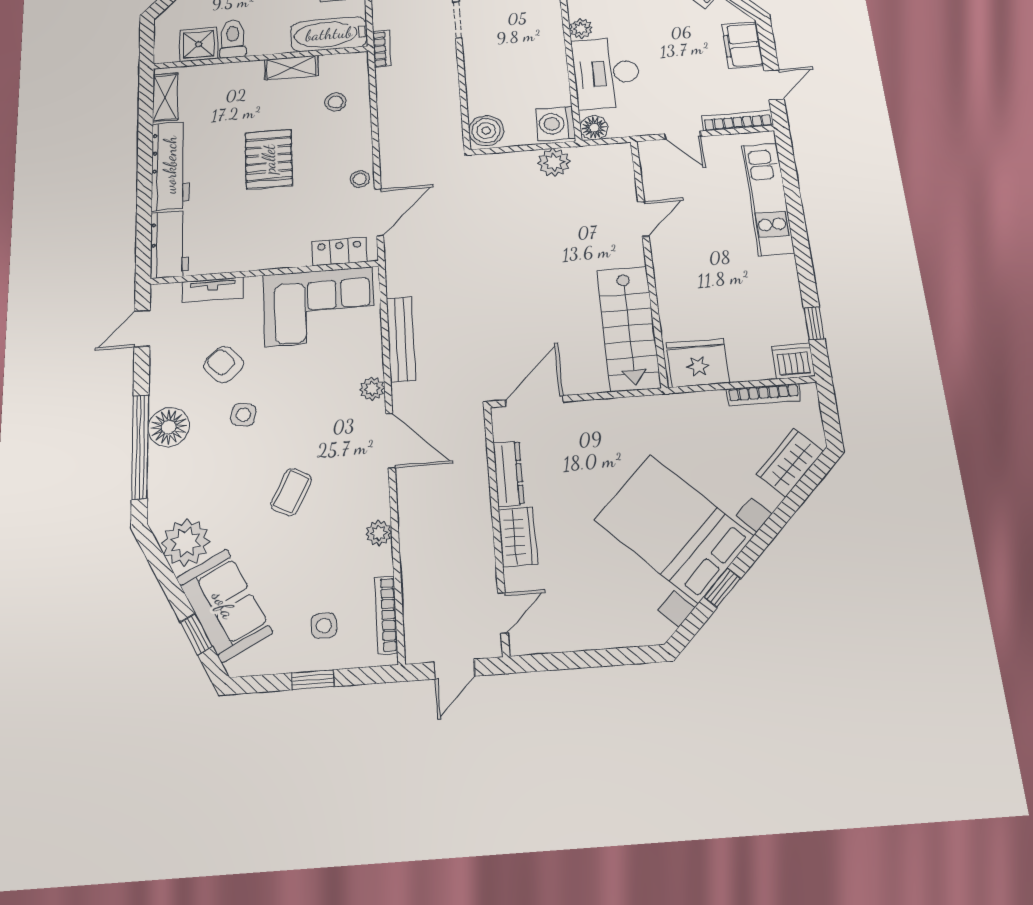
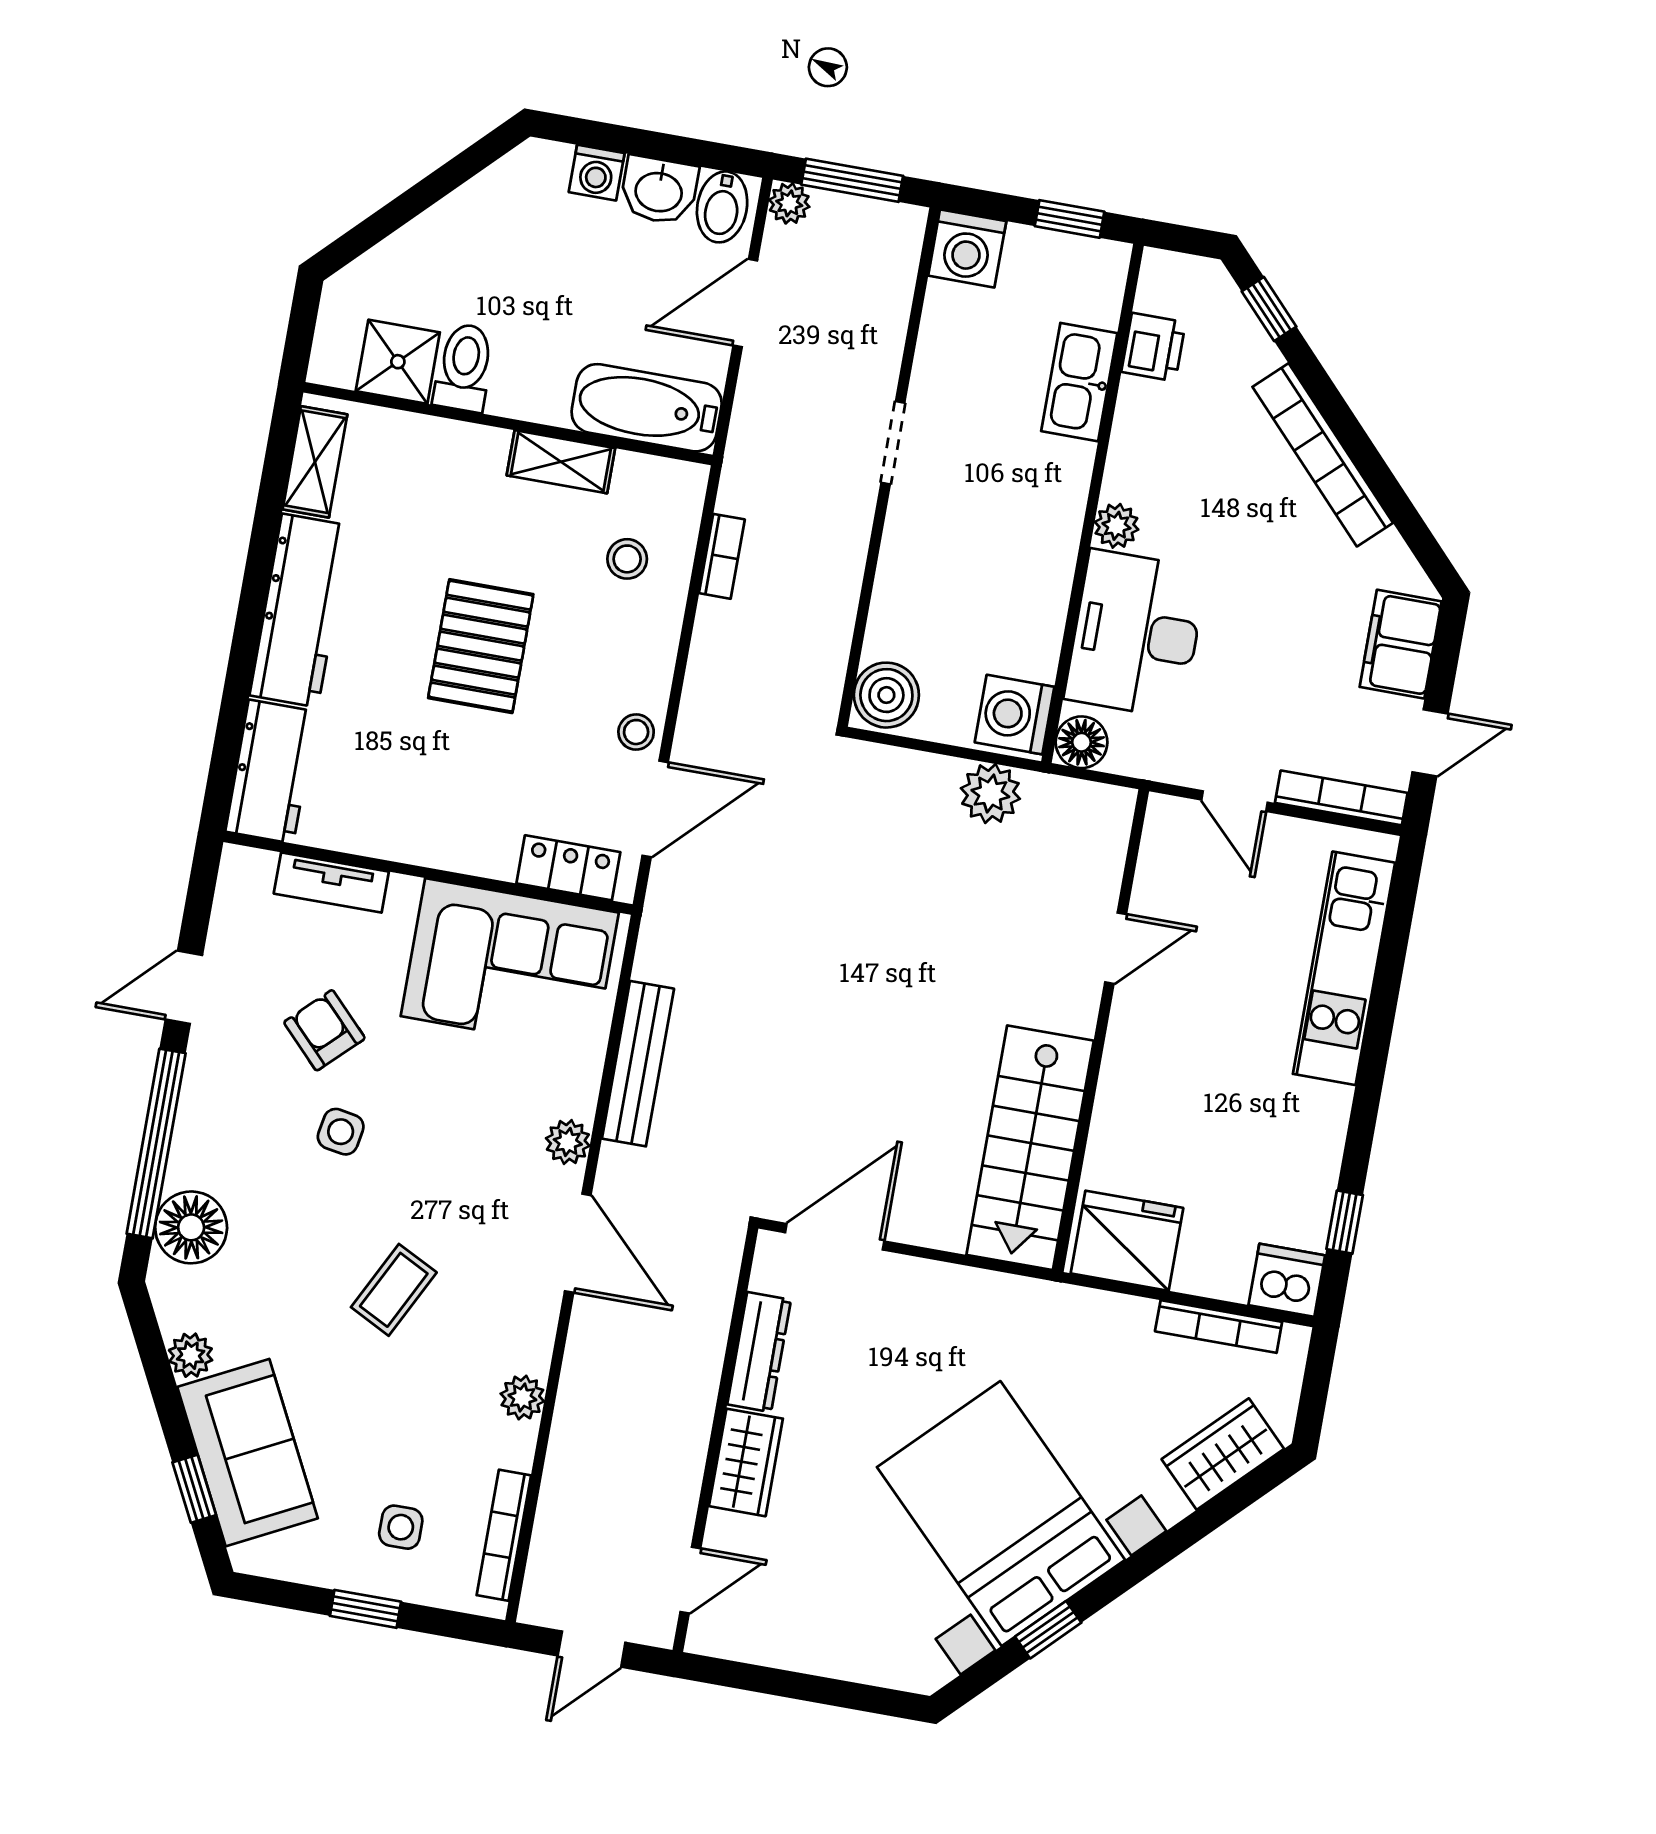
bookcase: (382, 49) -> (722, 556), moved
door: (142, 328) -> (184, 987), moved
floor lamp: (169, 427) -> (191, 1227), moved
plant: (186, 542) -> (191, 1355), width x0.53, depth x0.53

